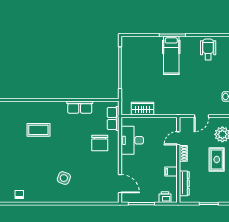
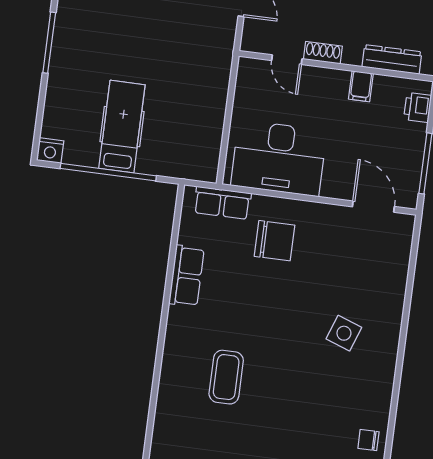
nightstand: (126, 42) -> (50, 151), added
hospital bed: (171, 55) -> (122, 127), moved, turned -90
wardrobe: (142, 109) -> (208, 133), removed
desk: (132, 140) -> (279, 158), width x1.36, depth x1.30
door: (120, 184) -> (373, 207), hinge flipped

